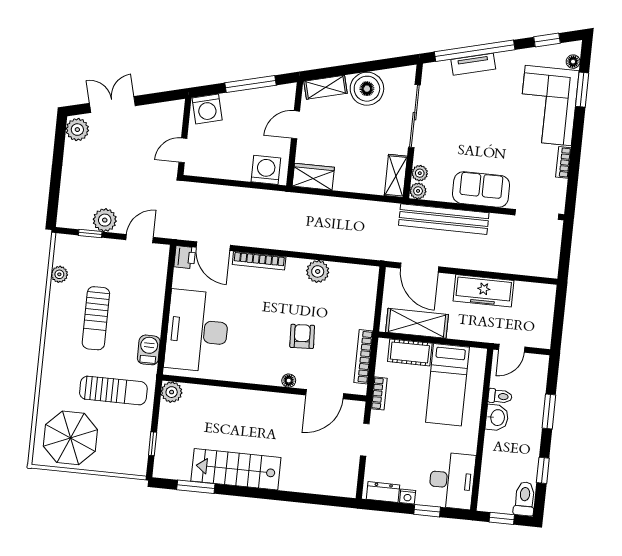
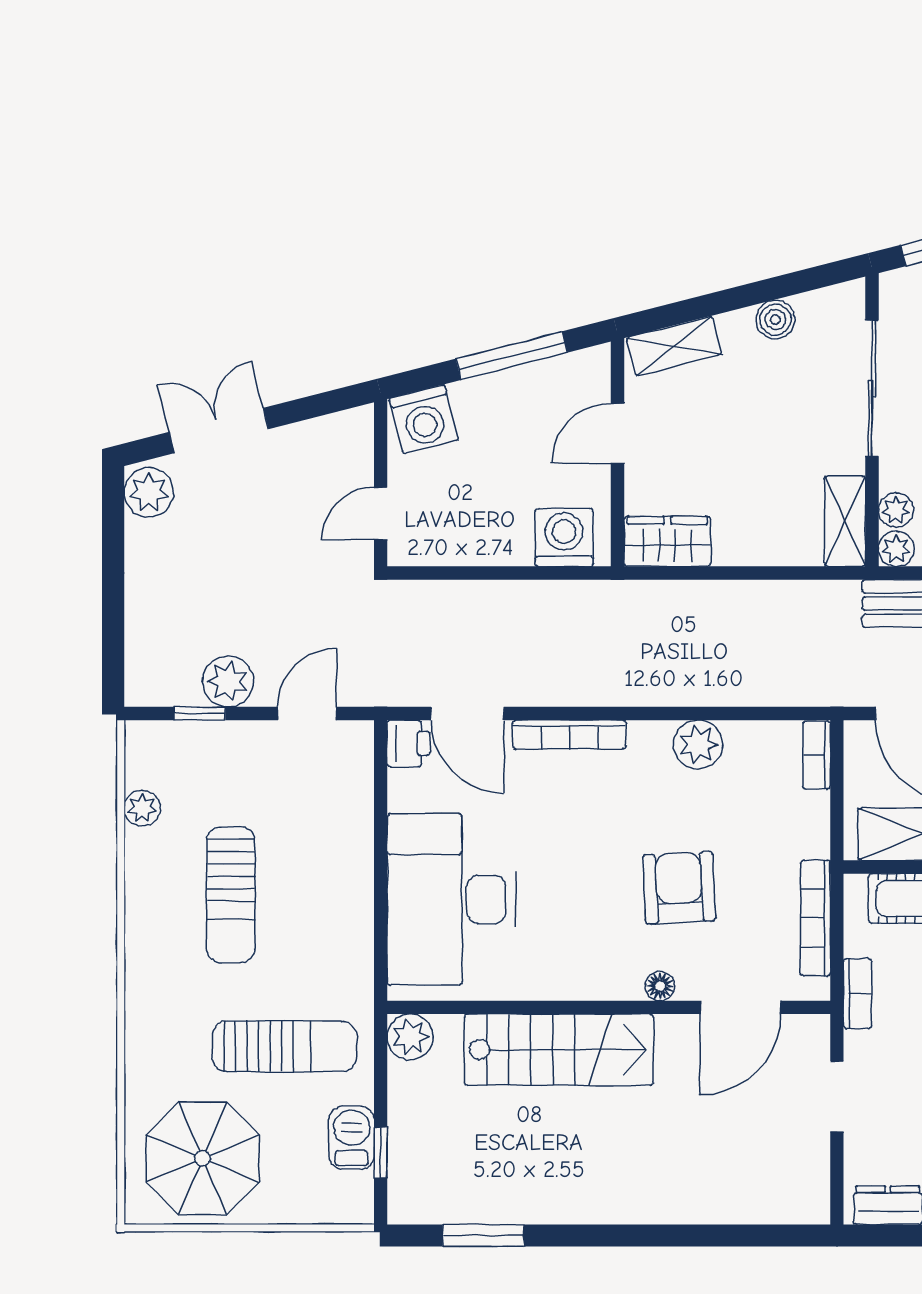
boiler: (367, 89) -> (775, 319), width x0.54, depth x0.54
bookcase: (372, 282) -> (817, 755), added
armchair: (302, 336) -> (679, 888), width x1.38, depth x1.38
barbecue: (149, 350) -> (352, 1138), moved
stairs: (236, 469) -> (559, 1050), moved, turned 180

